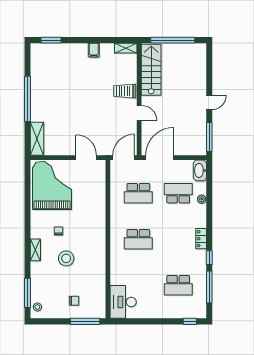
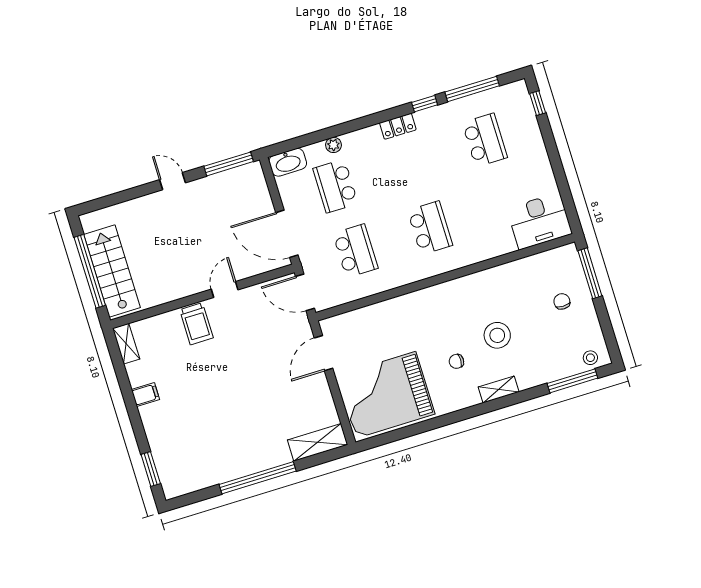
stairs: (151, 70) -> (112, 271), moved, turned 90

